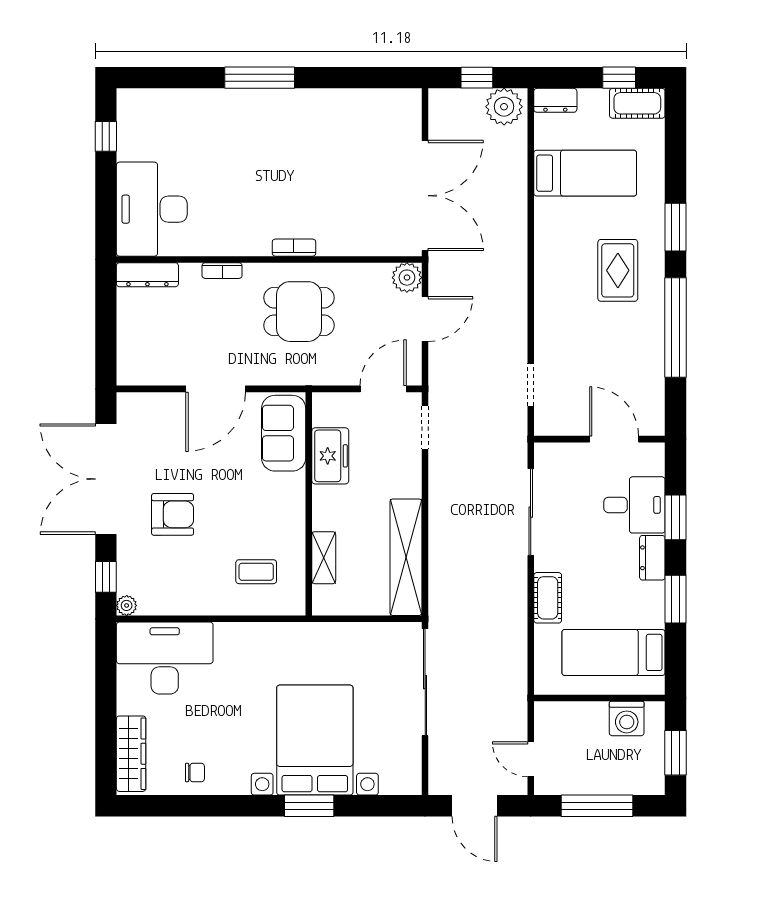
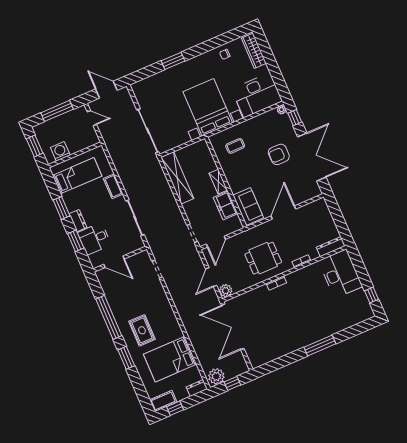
bed: (585, 173) -> (170, 359), width x1.50
shelving: (324, 558) -> (218, 182), moved
bed with nightstands: (315, 740) -> (208, 107), moved, turned 180

